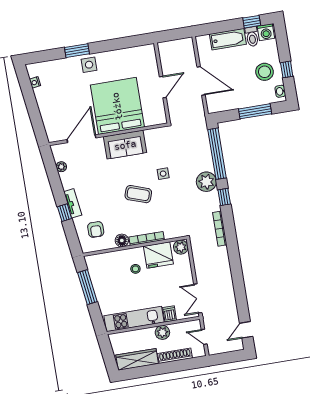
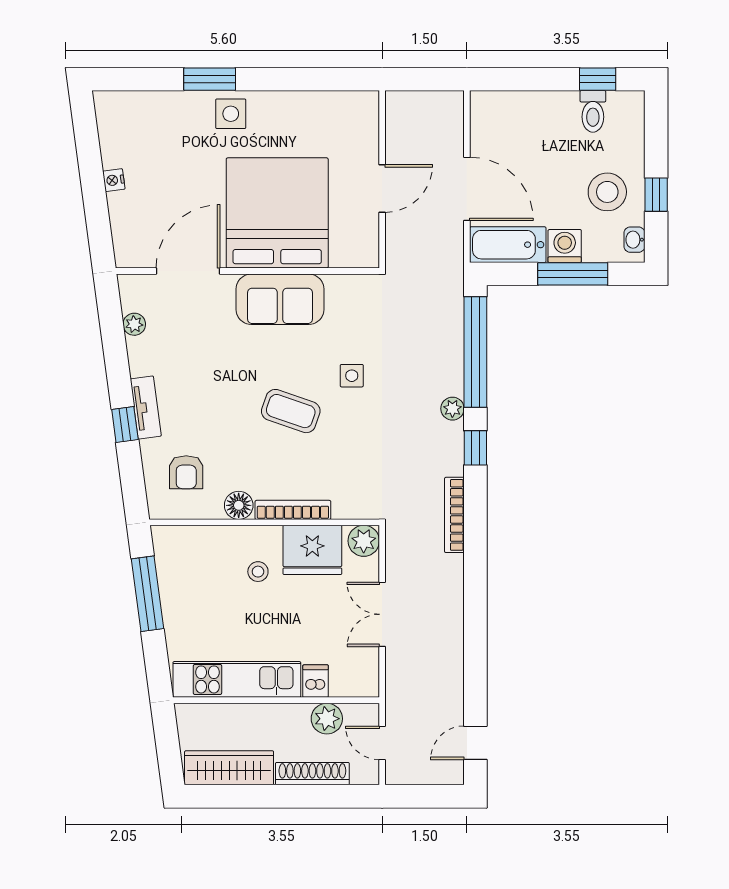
washing machine: (266, 32) -> (565, 246), moved, turned 180
bathtub: (228, 39) -> (508, 245), moved, turned 180
nightstand: (35, 82) -> (114, 180), moved
plant: (206, 182) -> (452, 409), width x0.53, depth x0.53
double door: (198, 298) -> (382, 614), moved
plant: (162, 332) -> (327, 719), moved

